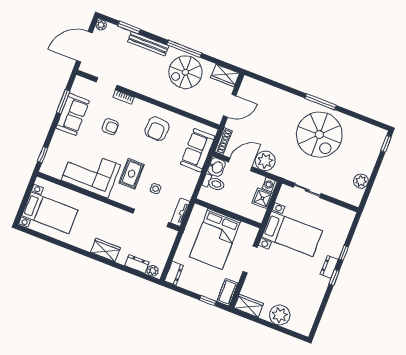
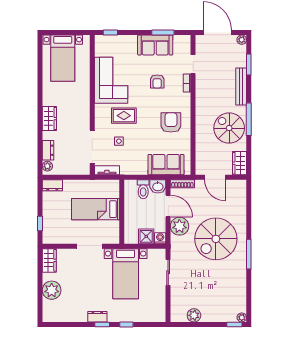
armchair: (157, 129) -> (171, 122), turned 87
plant: (382, 134) -> (242, 317), added
spiral stairs: (319, 135) -> (216, 239), moved
bed: (215, 239) -> (95, 209), width x0.67
dresser: (329, 267) -> (97, 317), moved
cot: (227, 292) -> (54, 238), removed

